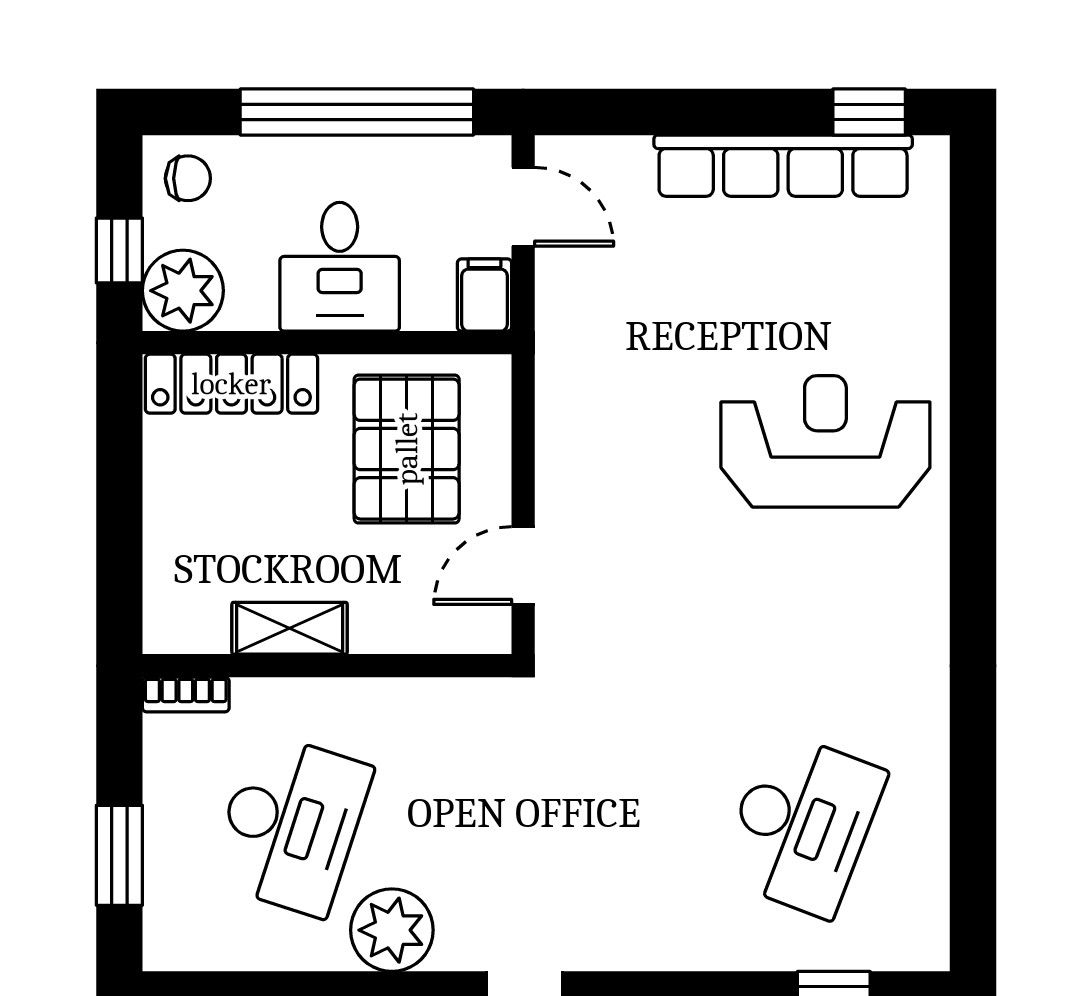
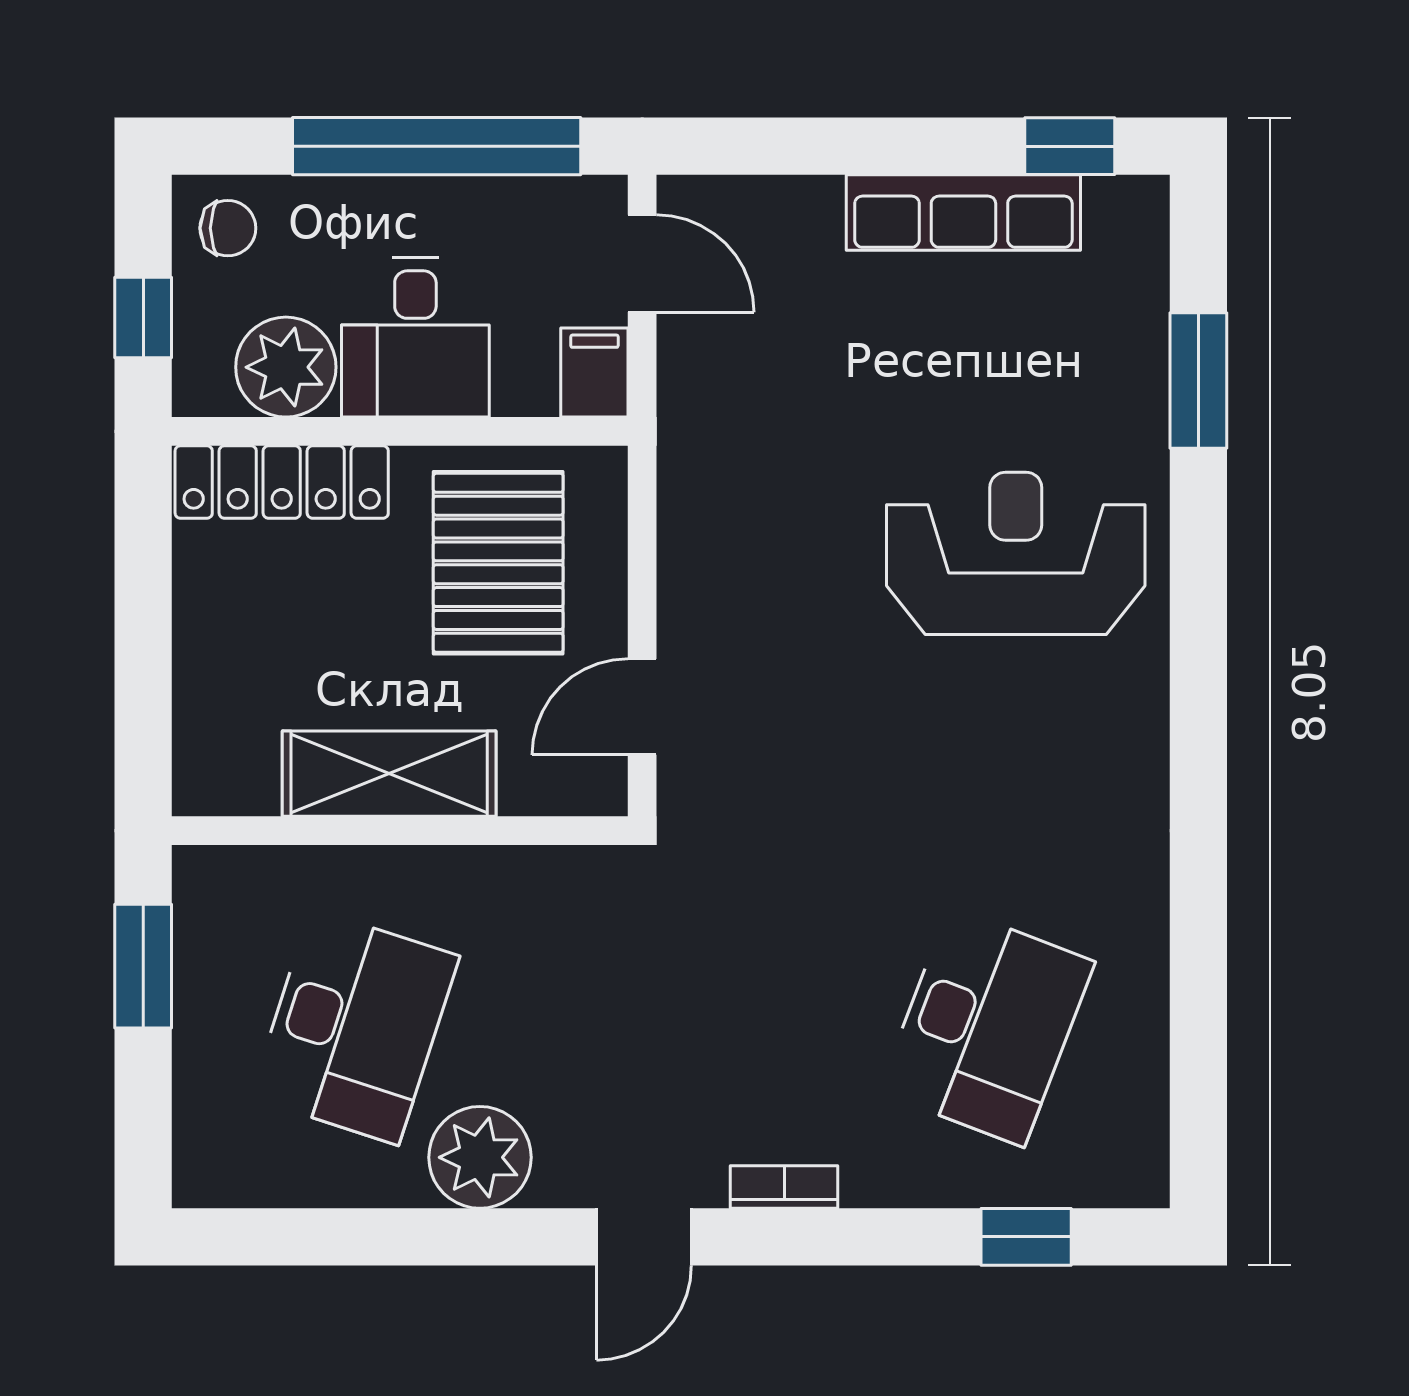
row of seats: (783, 166) -> (963, 213), width x0.73
plant: (183, 291) -> (286, 367), moved
window: (973, 302) -> (1198, 381), added
shelving: (290, 628) -> (389, 774), width x1.50, depth x1.33
bookcase: (186, 695) -> (784, 1187), moved, turned 180
window: (119, 855) -> (143, 966), moved

